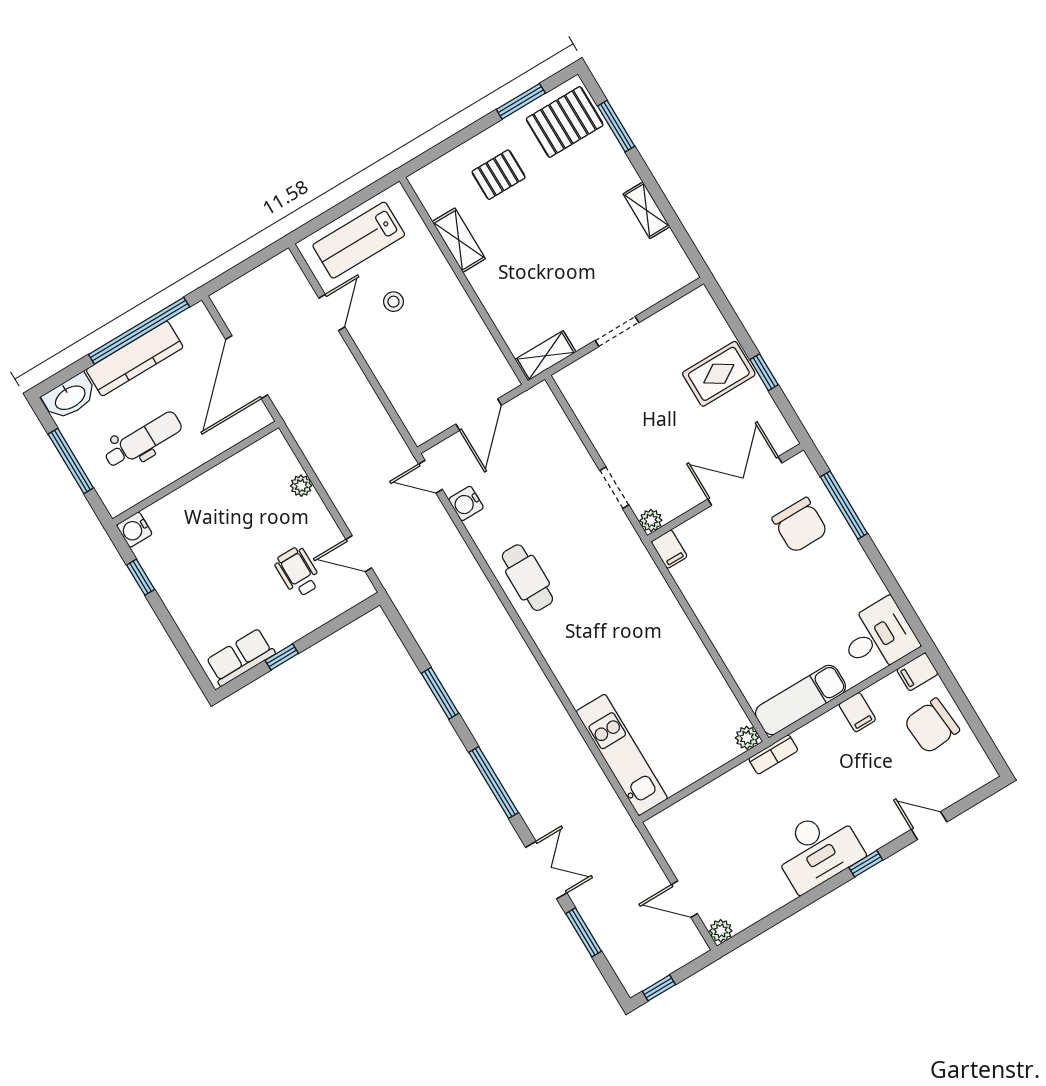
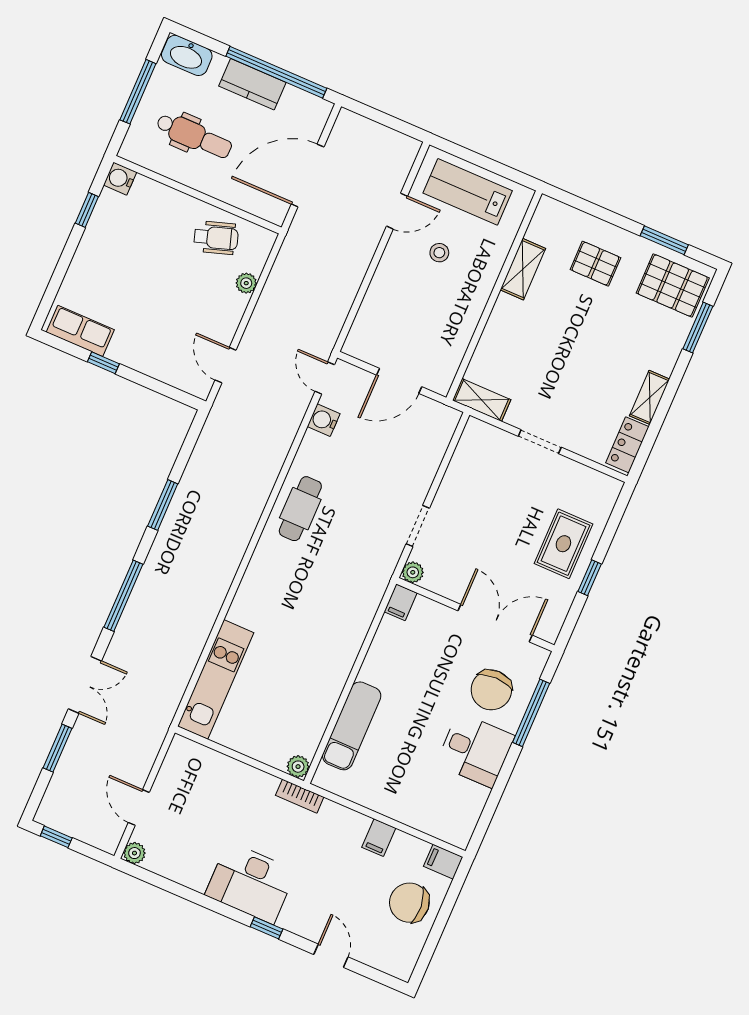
locker: (673, 258) -> (627, 445), added
kitchen counter: (135, 359) -> (252, 84), width x0.67
rug: (719, 374) -> (563, 544), turned 90
wheelchair: (298, 572) -> (216, 238), moved, turned 72
desk: (878, 637) -> (475, 750), moved
exam couch: (800, 700) -> (352, 726), moved, turned 90

